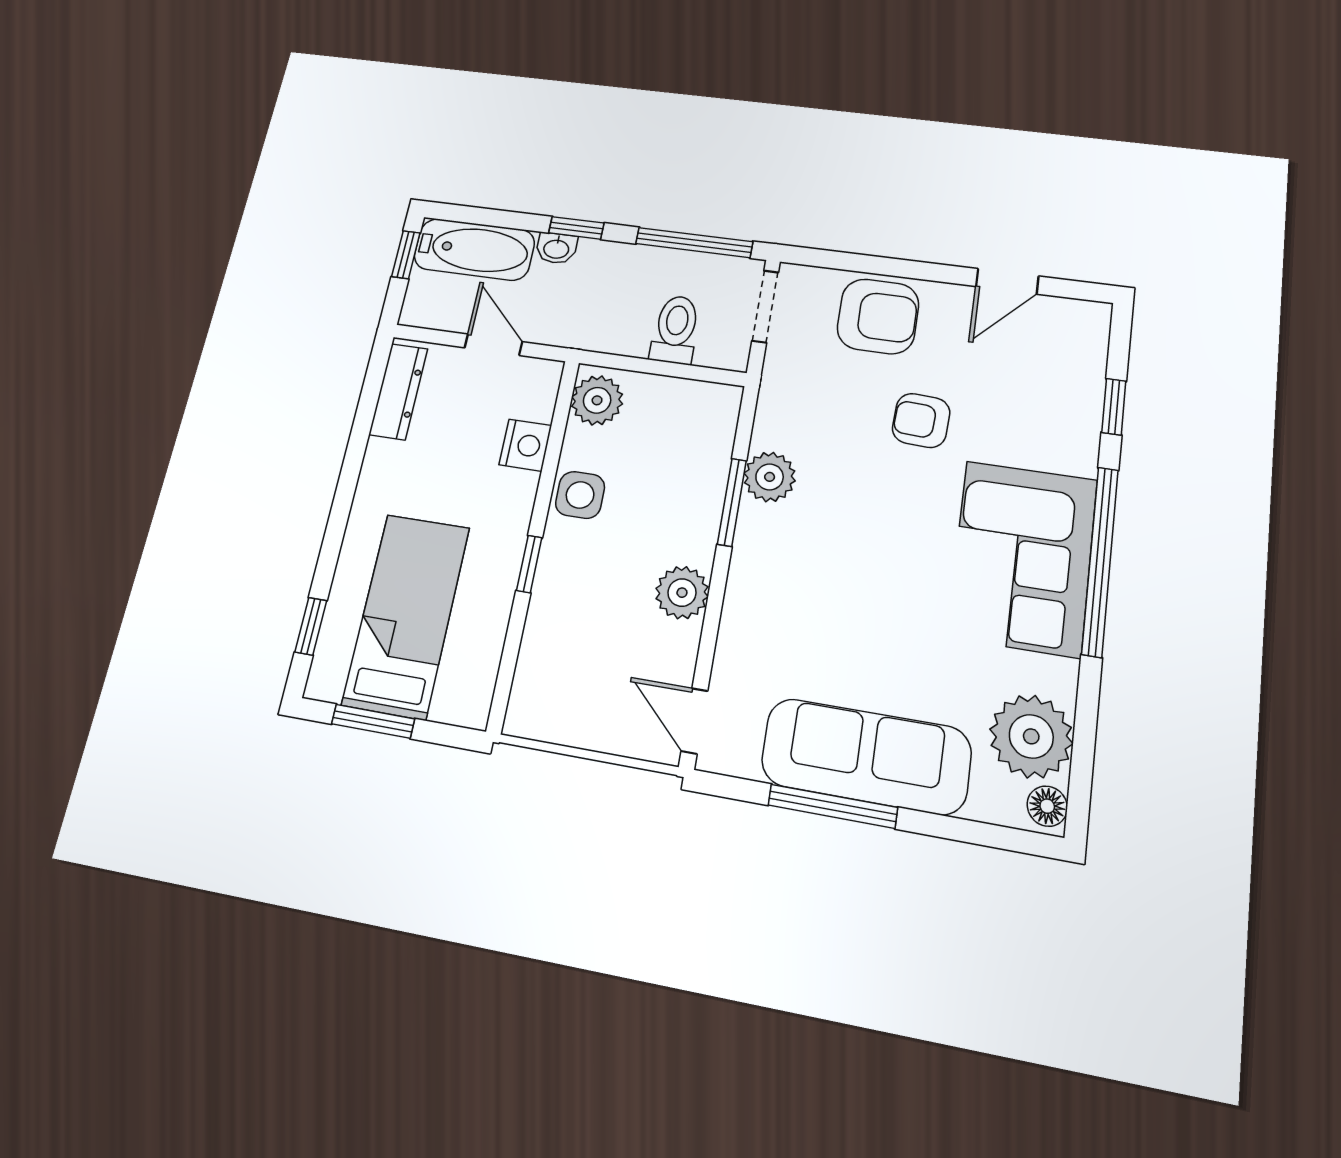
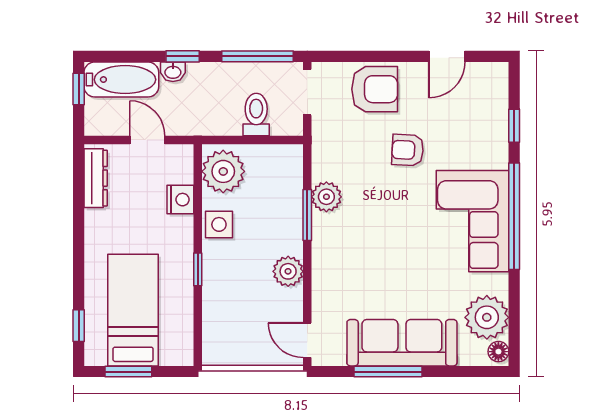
plant: (597, 400) -> (223, 171), width x1.36, depth x1.36

